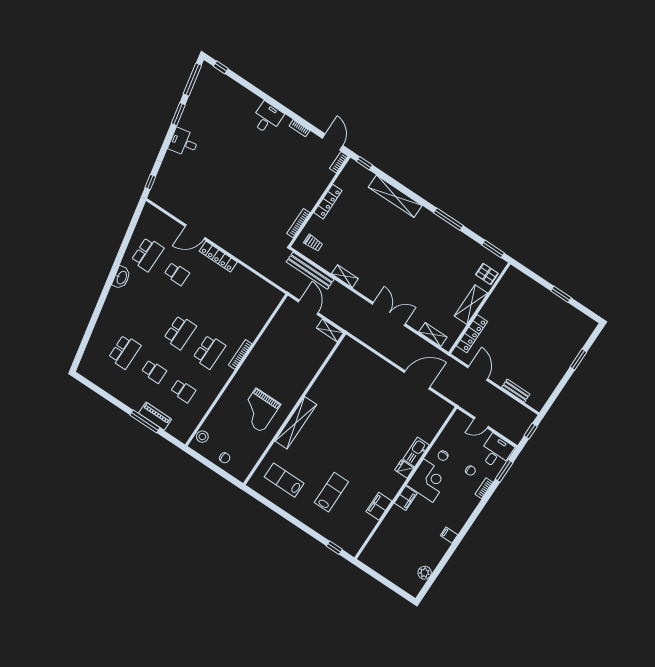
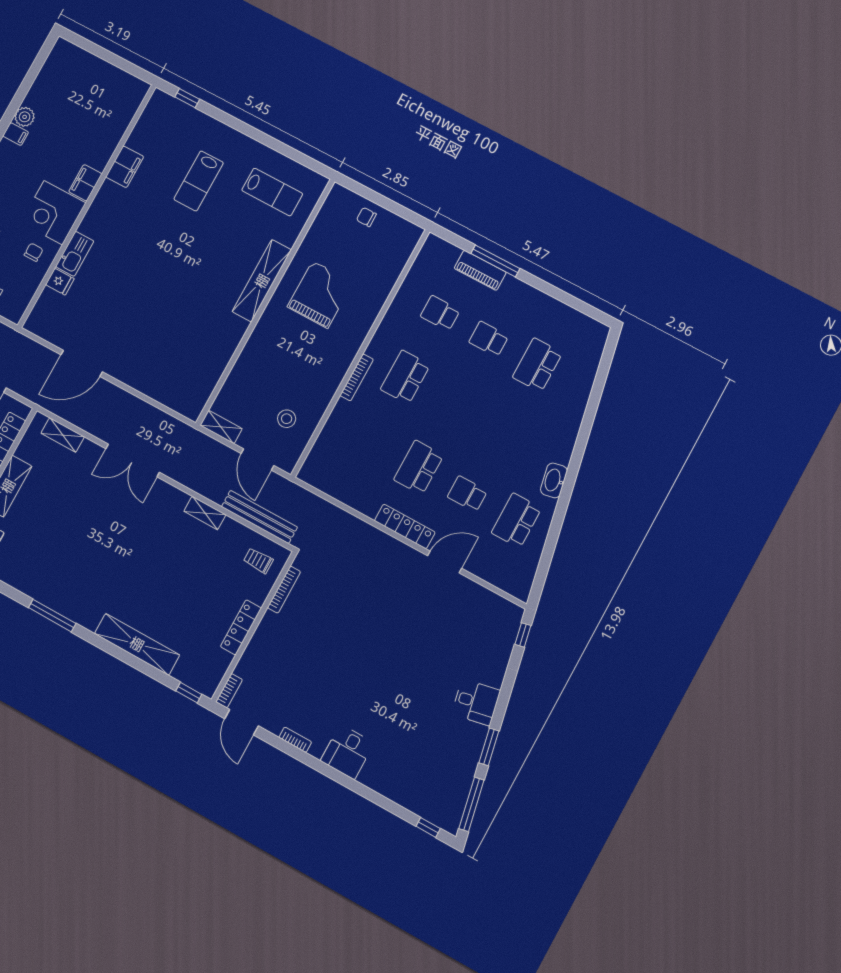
school desk: (180, 332) -> (419, 467), moved
stool: (202, 437) -> (287, 419), moved
fridge: (404, 469) -> (60, 282), moved
plant: (425, 573) -> (25, 117), moved

